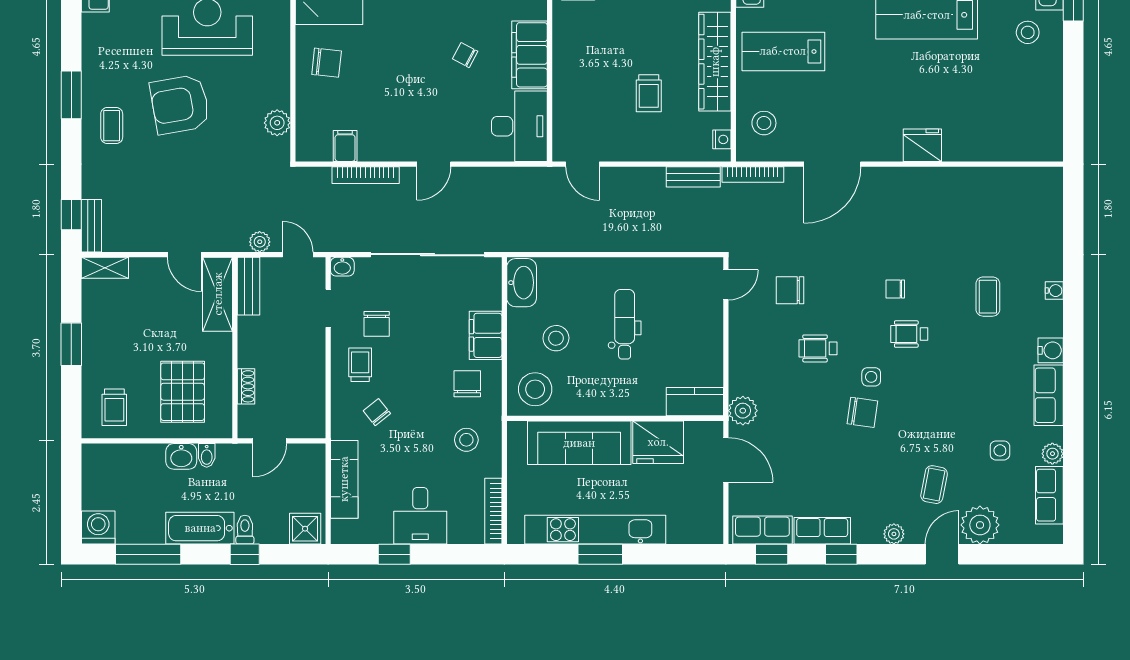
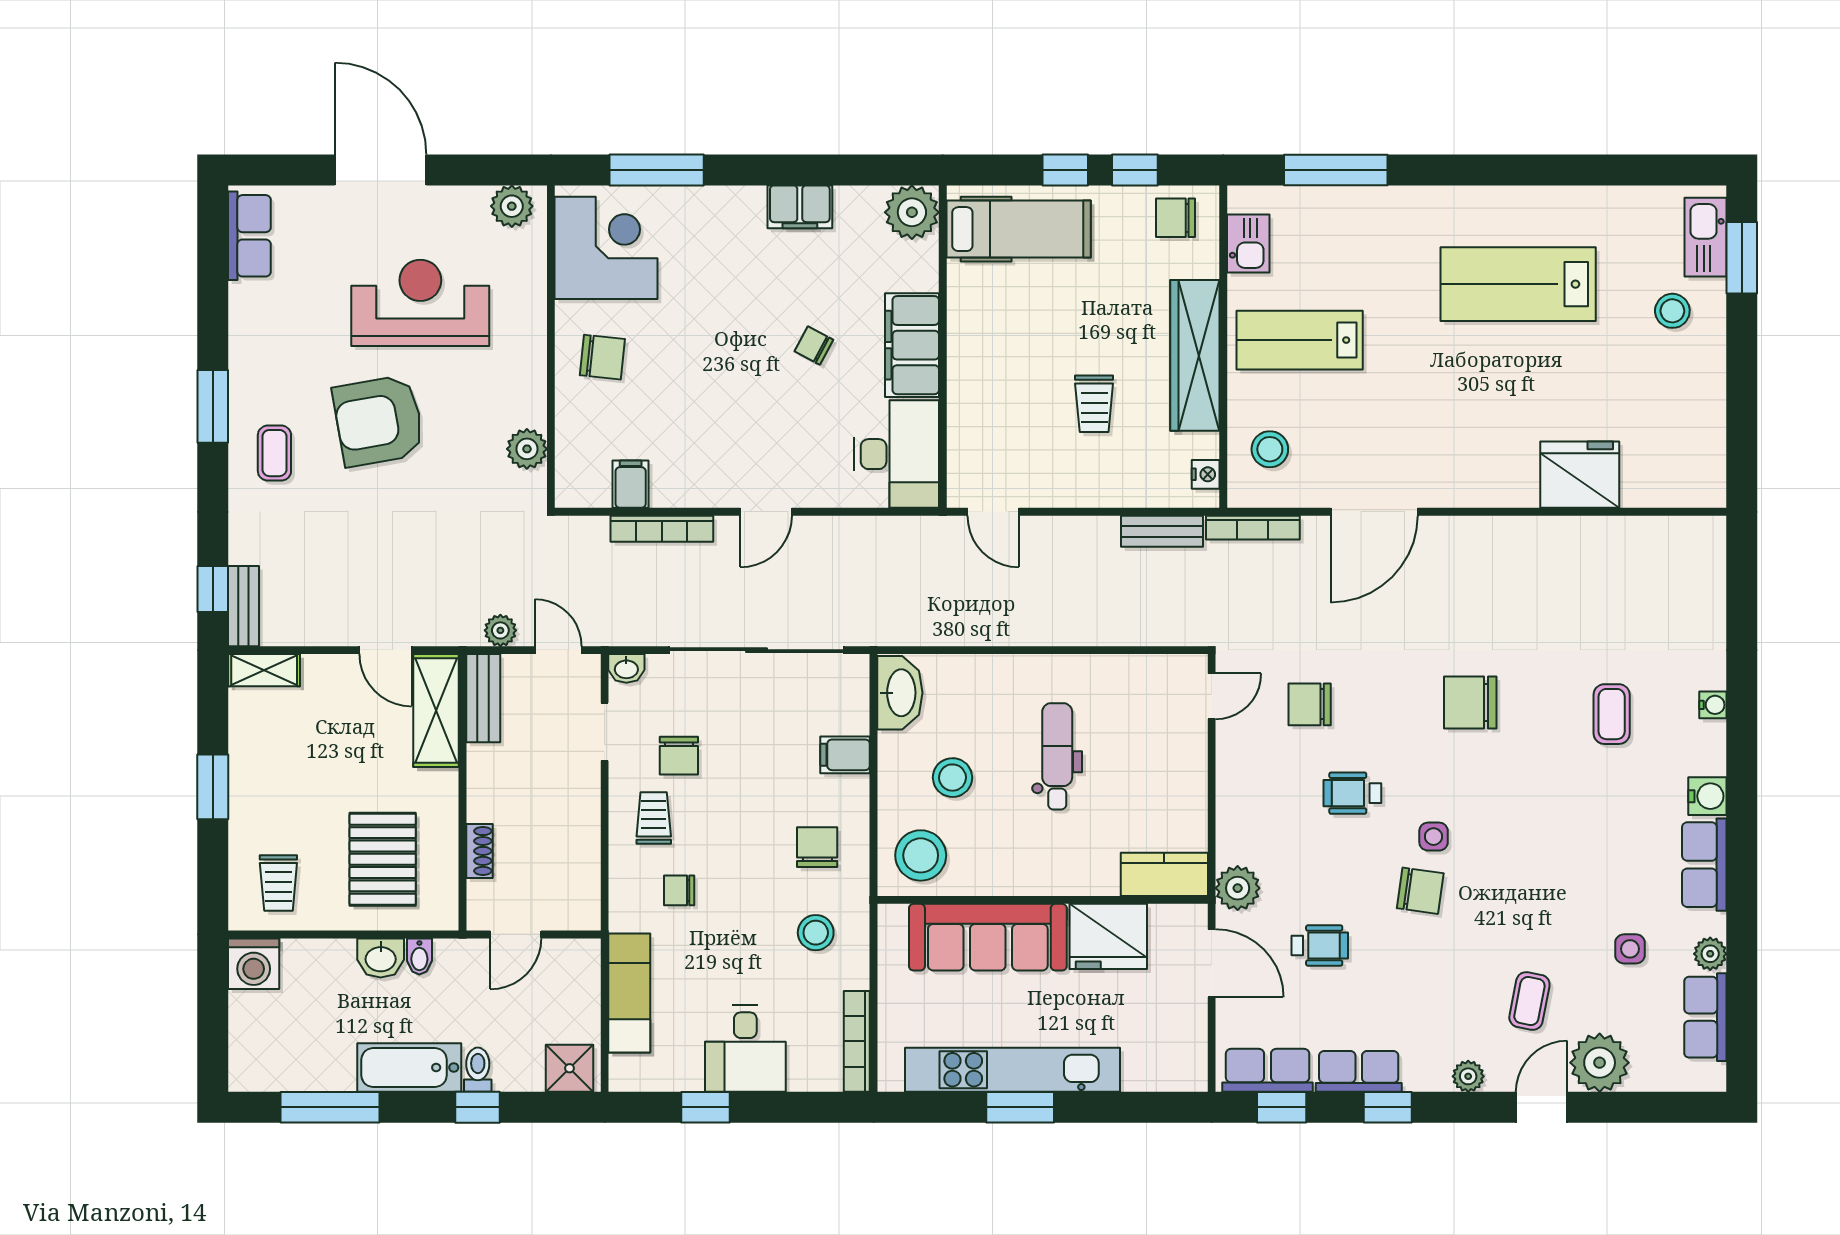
fridge: (922, 145) -> (1580, 475), moved, width x1.36, depth x1.34
chair: (895, 289) -> (1470, 702), width x1.87, depth x1.87
wheelchair: (909, 334) -> (1320, 946), moved, turned 180
filing cabinet: (486, 335) -> (845, 755), width x0.50
chair: (377, 412) -> (679, 890), turned -51
washing machine: (98, 528) -> (254, 964), moved, turned 180

